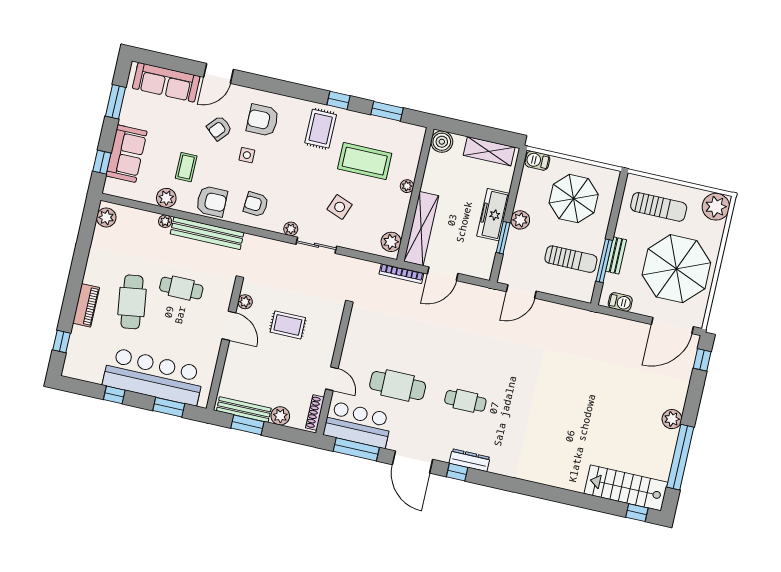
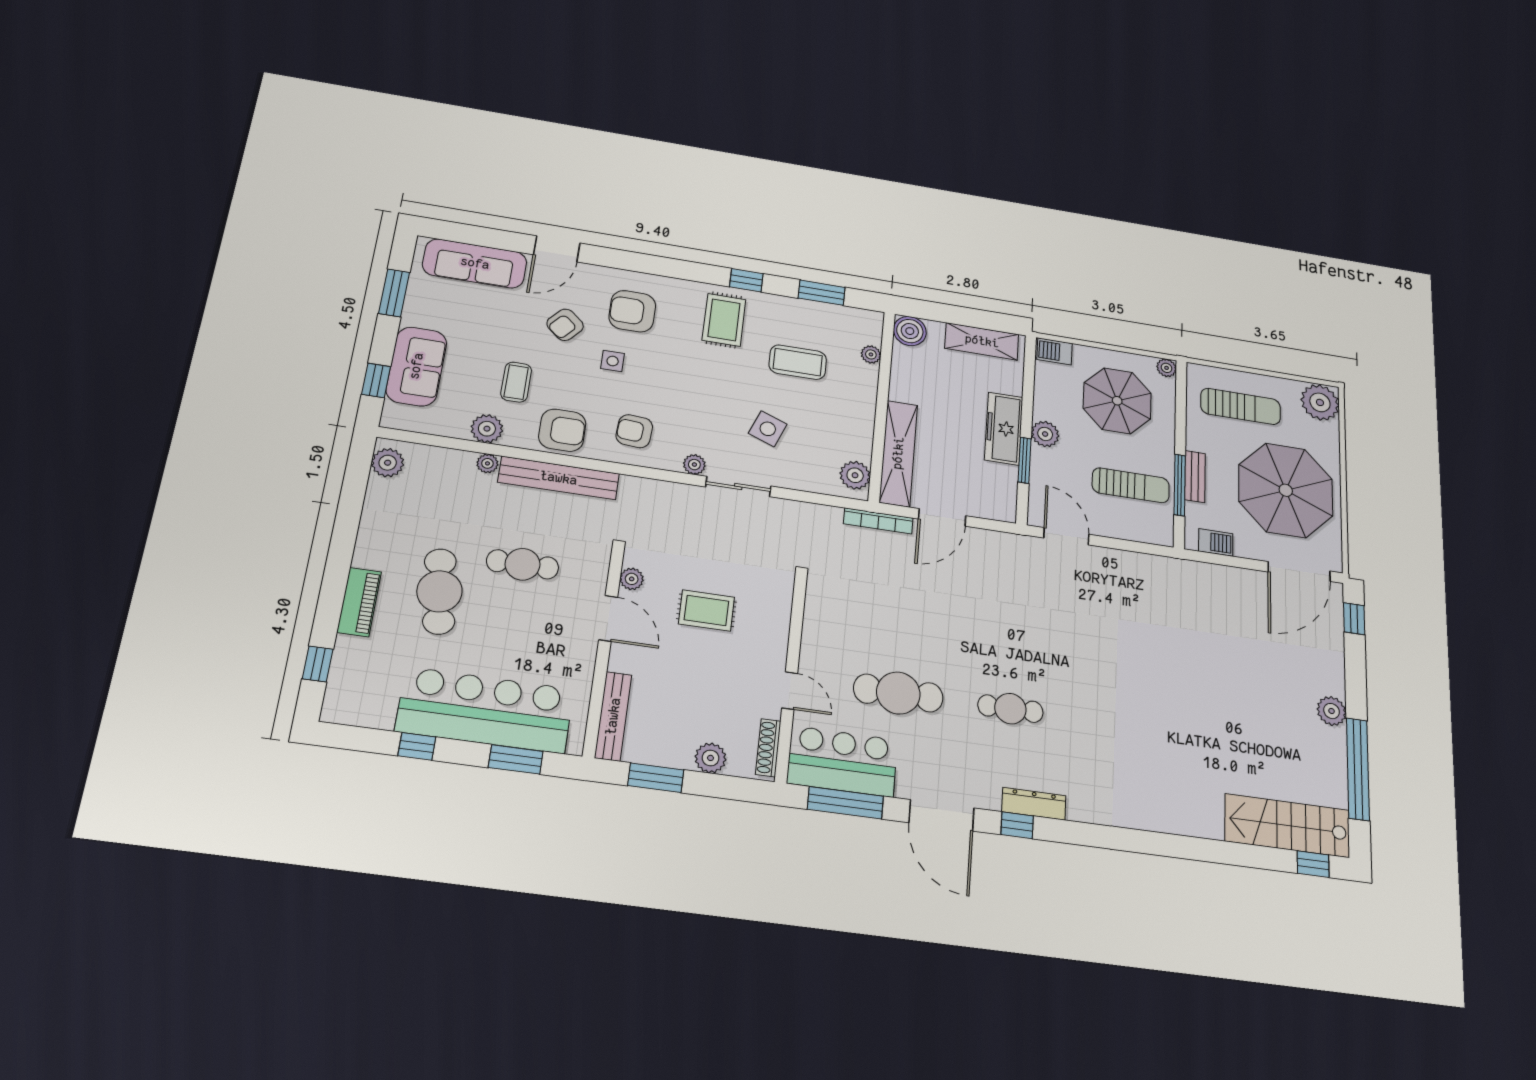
coffee table: (365, 161) -> (798, 362), width x0.73, depth x0.76
plant: (613, 176) -> (1167, 368), added
plant: (407, 186) -> (871, 354), moved
door: (521, 291) -> (1066, 536), swing flipped
bench: (244, 410) -> (613, 716), moved, turned 90

